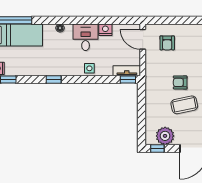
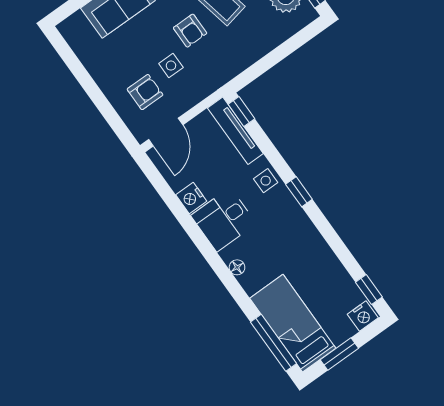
side table: (171, 63) -> (171, 66), added
tv unit: (127, 71) -> (235, 131), width x1.41
window: (54, 80) -> (299, 192), moved

